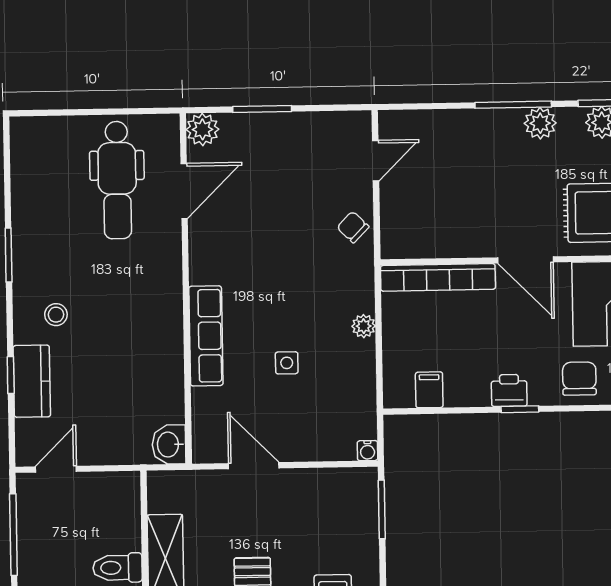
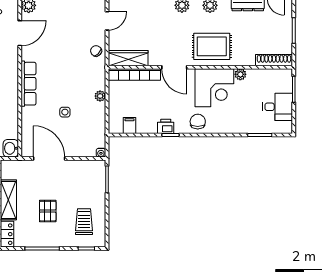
wardrobe: (424, 242) -> (128, 58), added
row of seats: (206, 336) -> (28, 84), moved
door: (254, 466) -> (49, 159), width x1.36

